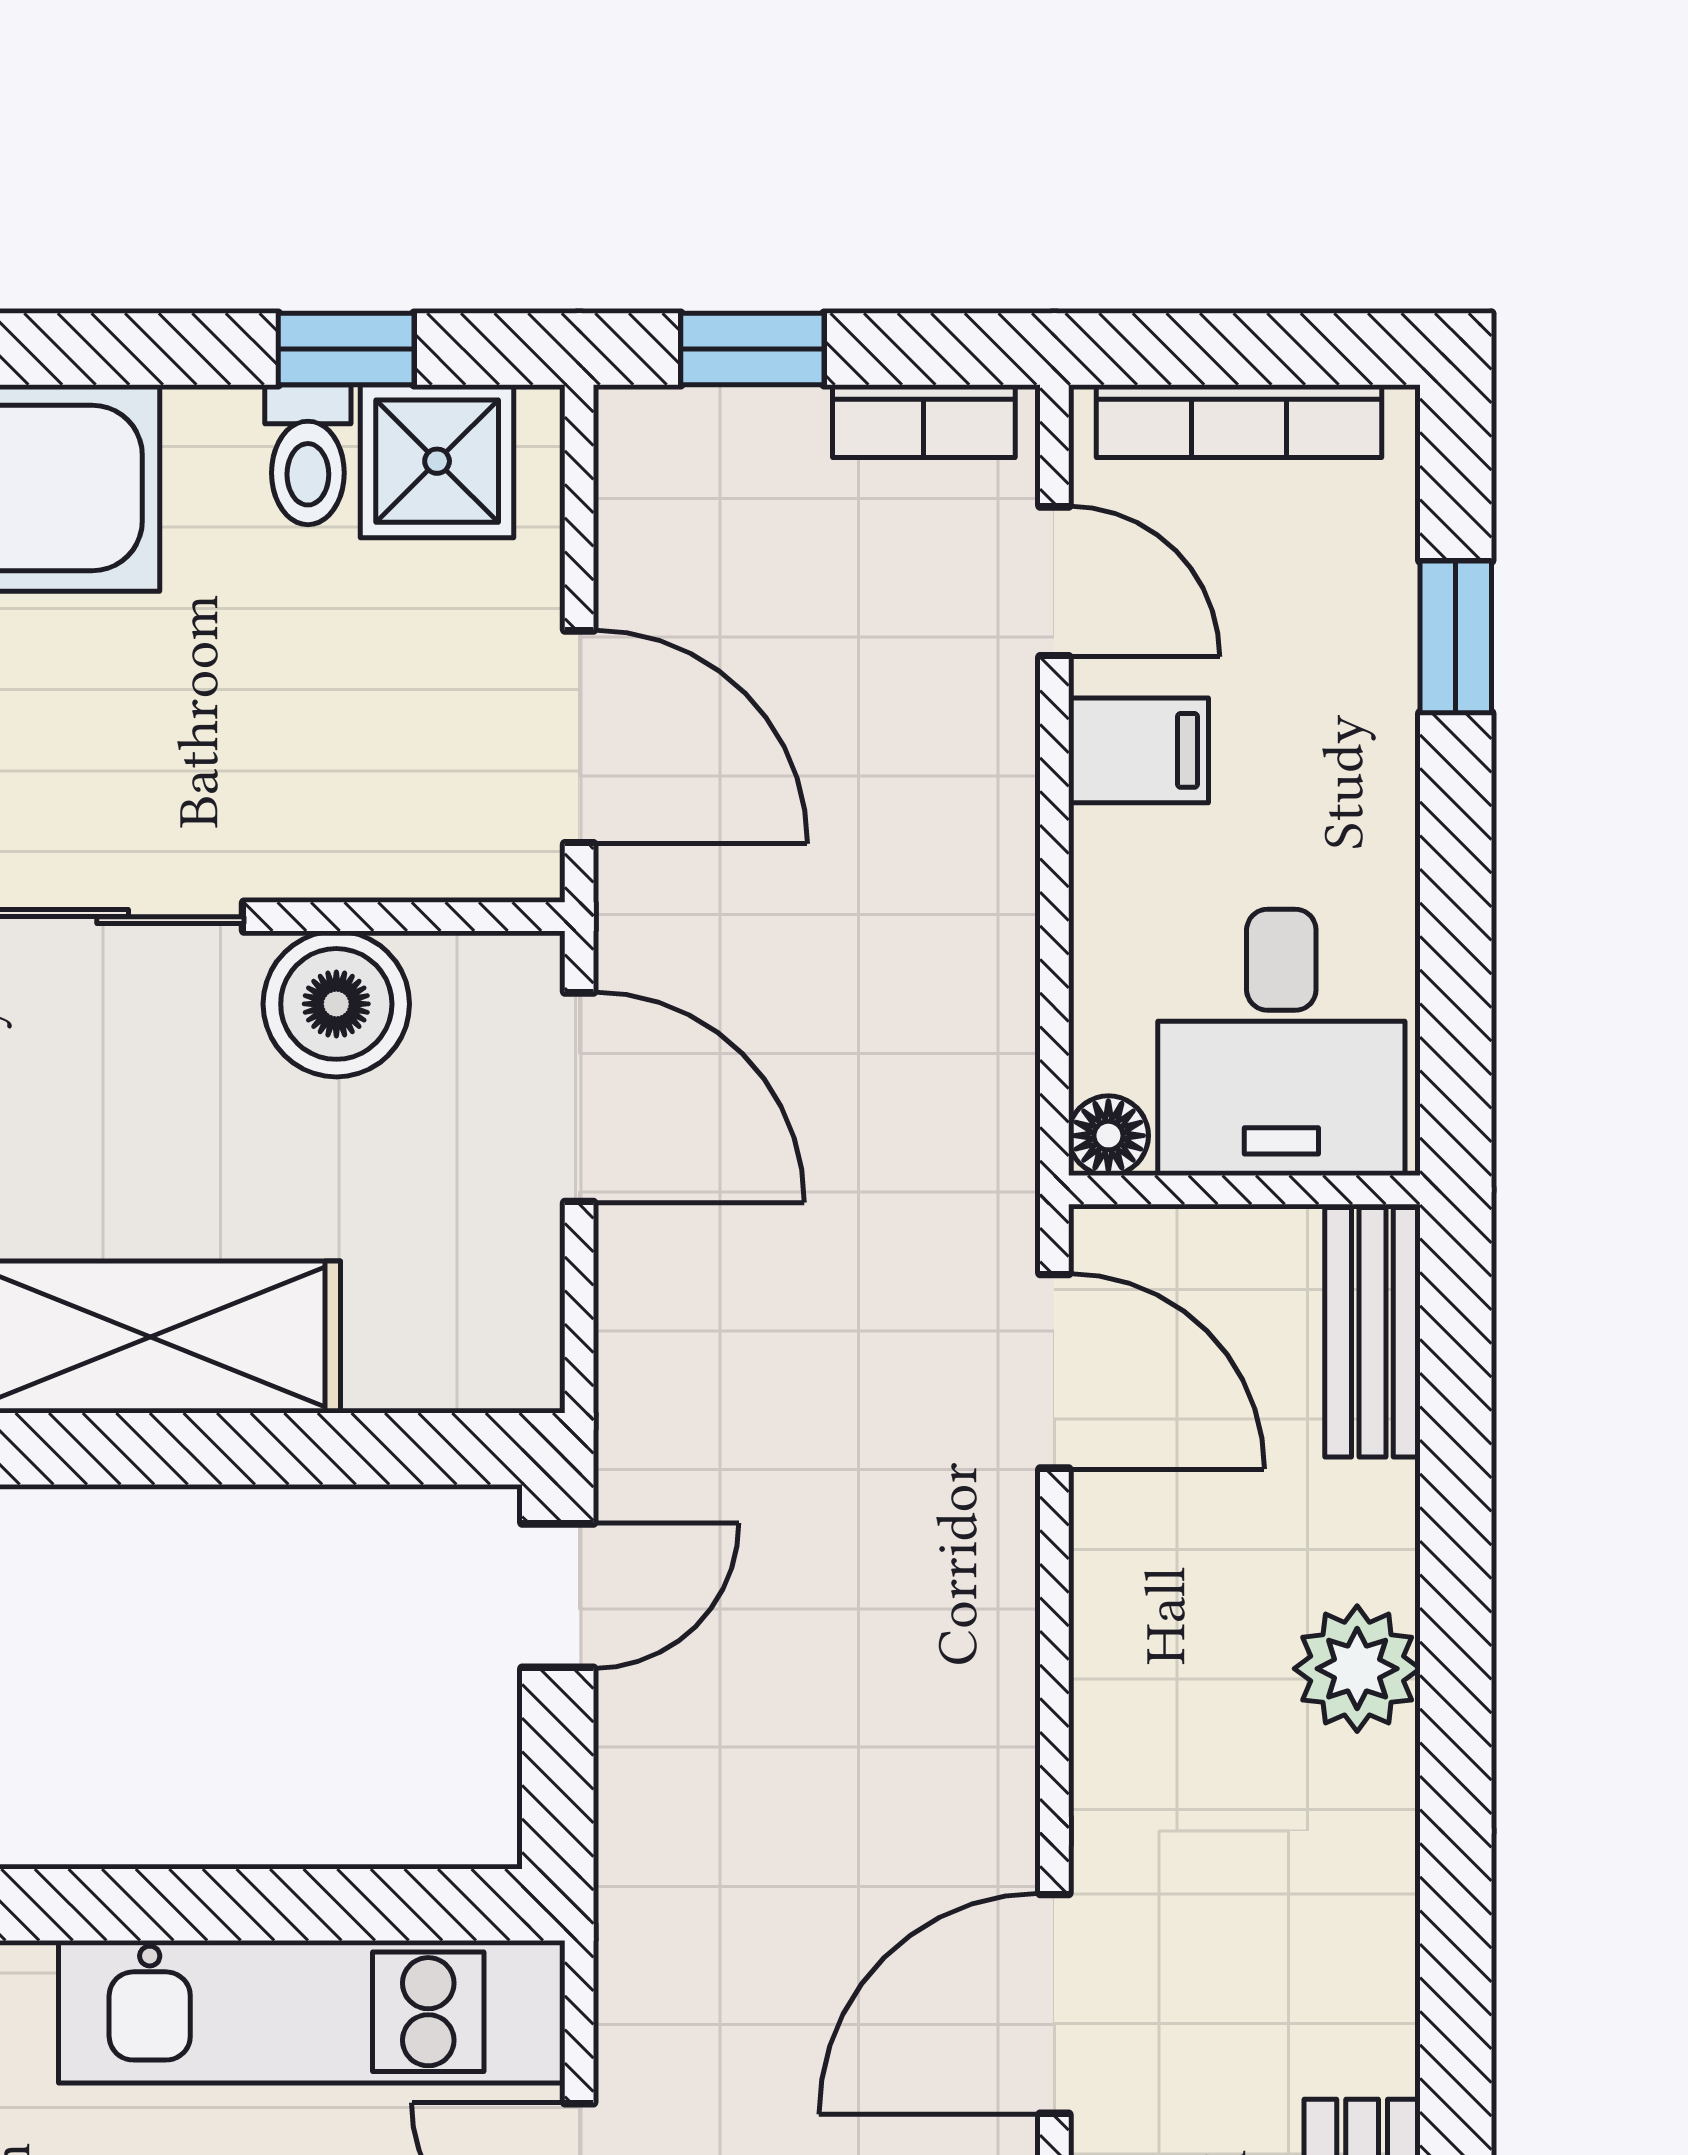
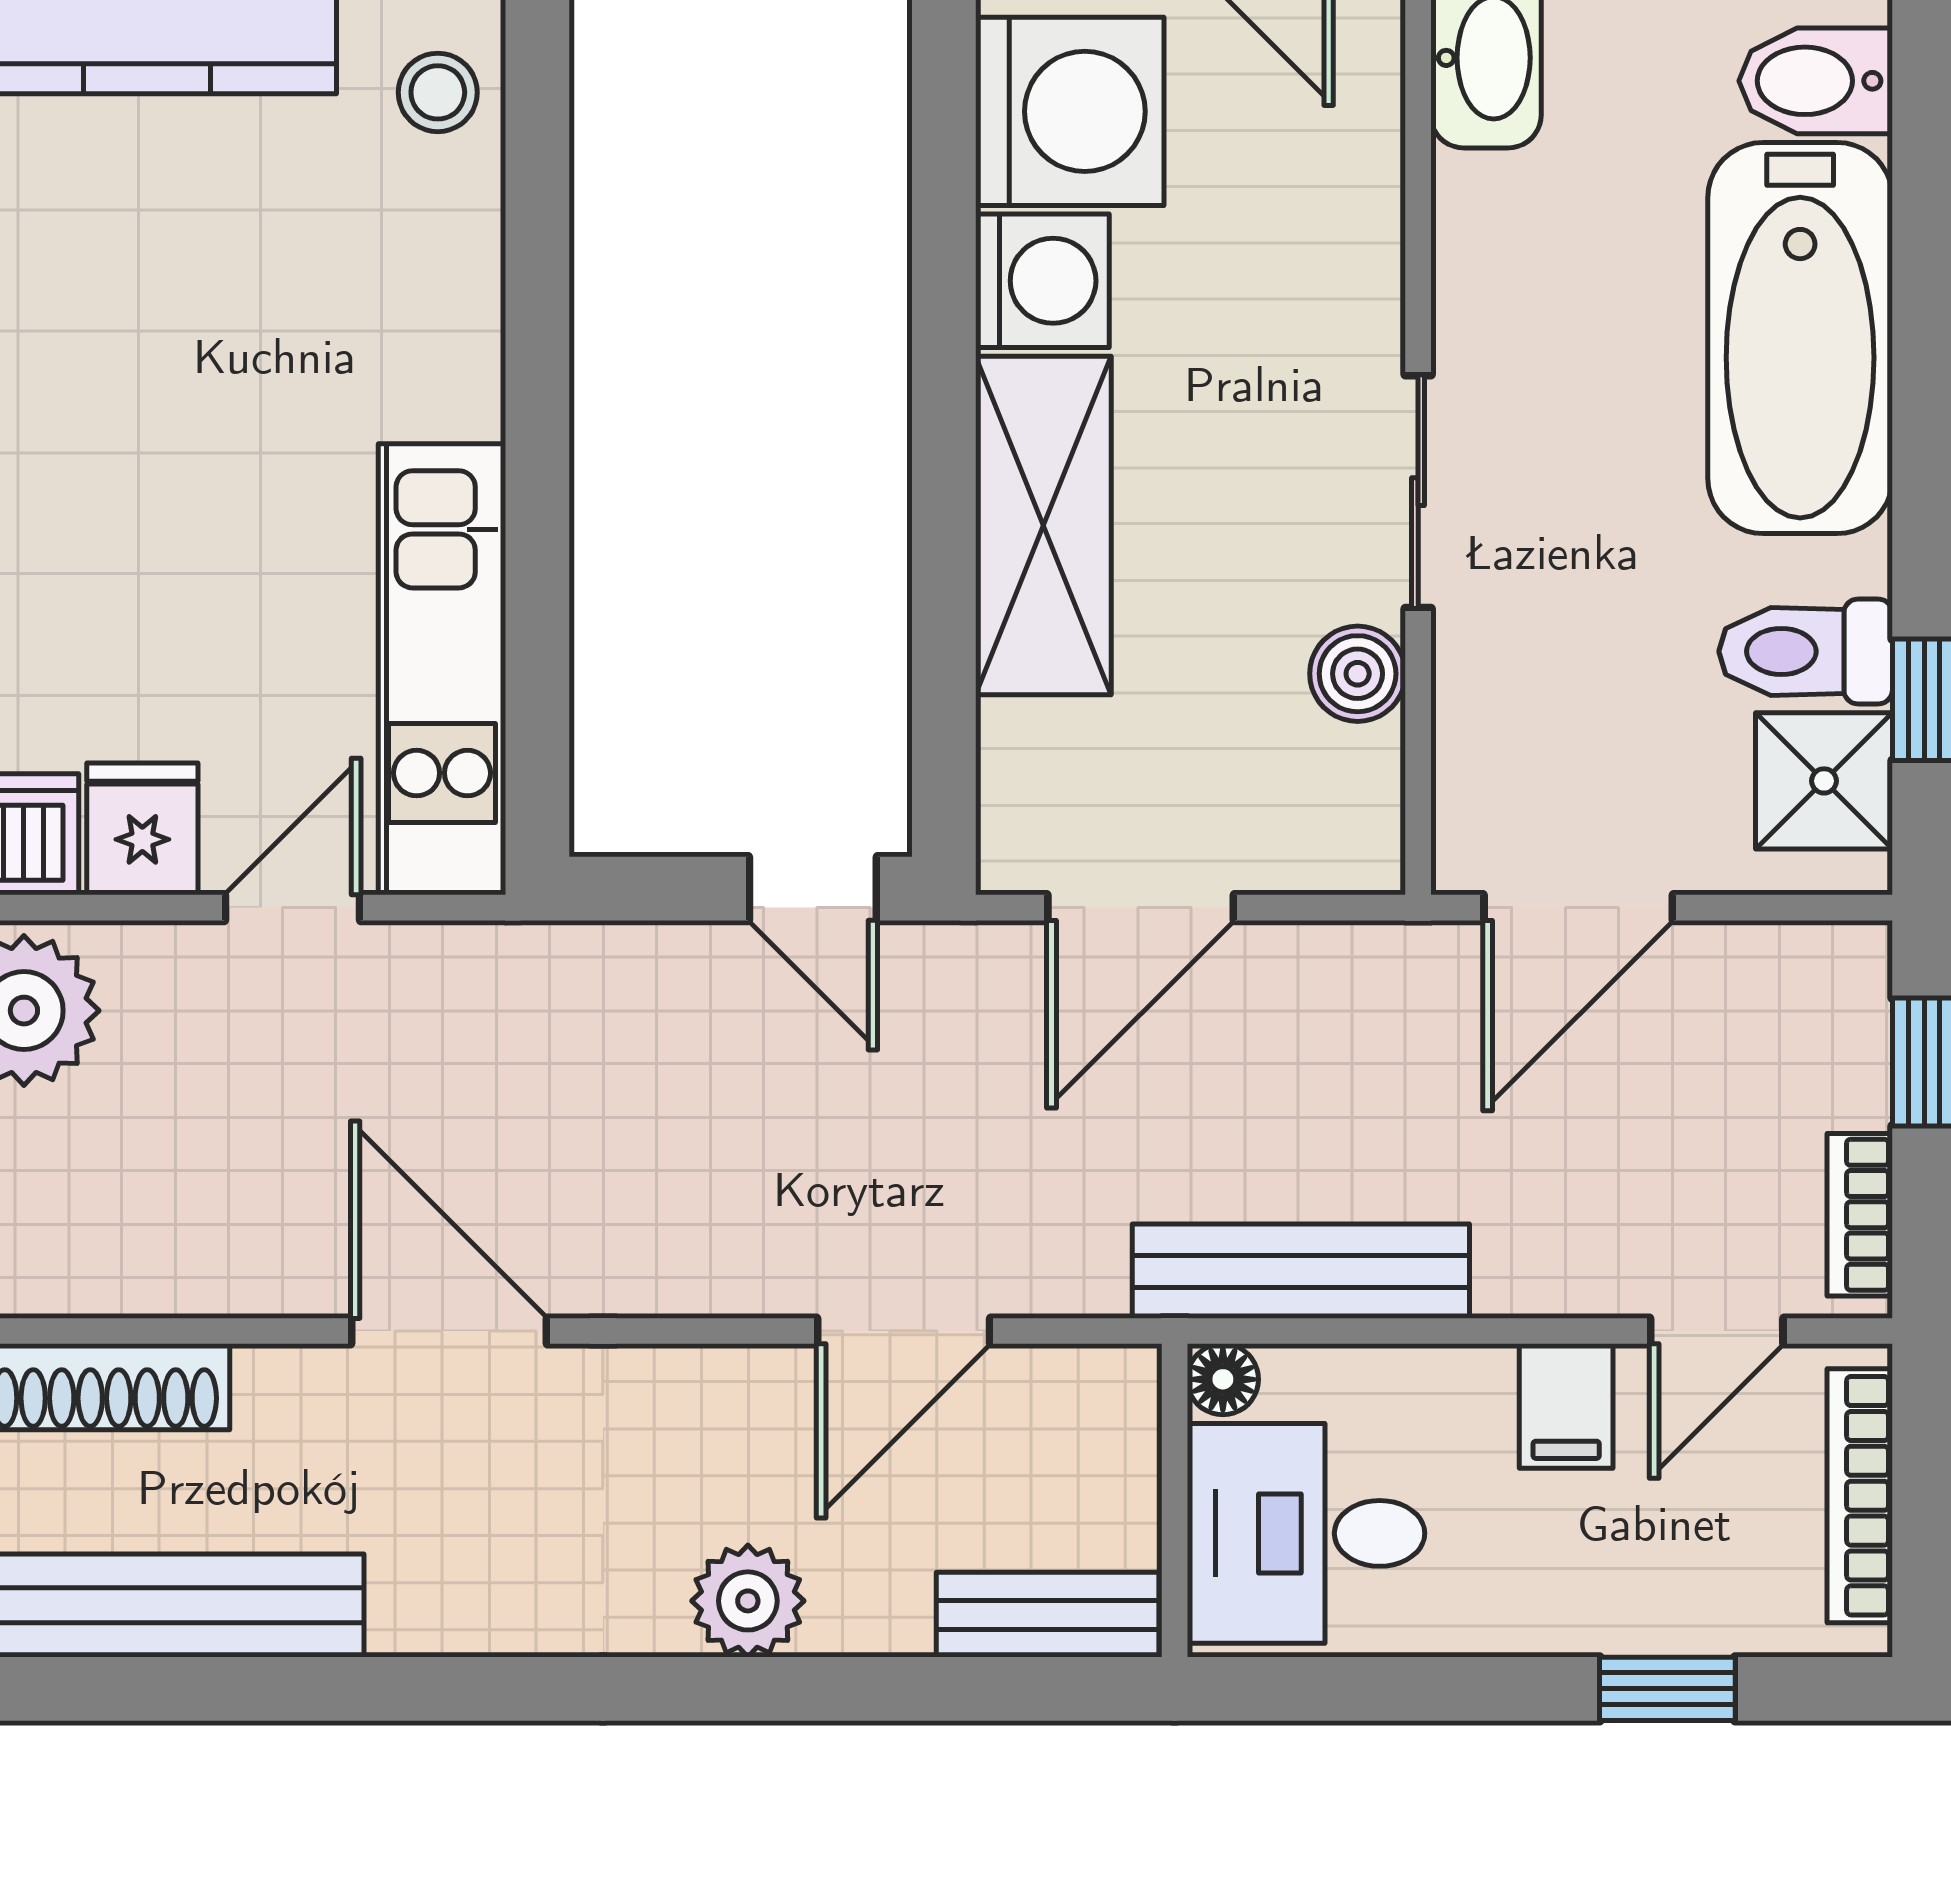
toilet: (308, 455) -> (1806, 651), width x1.37, depth x1.39
boiler: (336, 1004) -> (1358, 674), width x0.73, depth x0.73
bench: (987, 1048) -> (1301, 1271), added
door: (579, 1097) -> (1141, 908), moved
door: (1054, 1371) -> (904, 1331), moved

